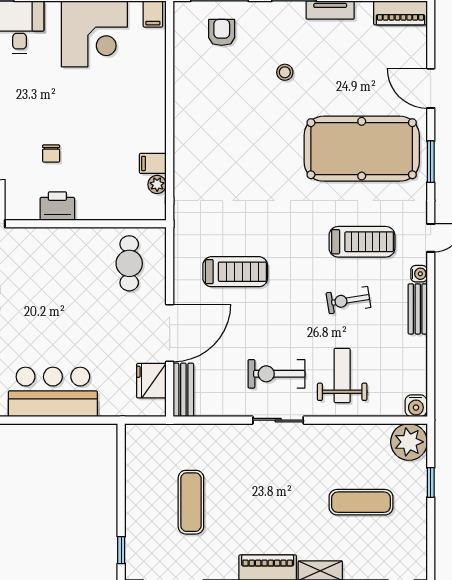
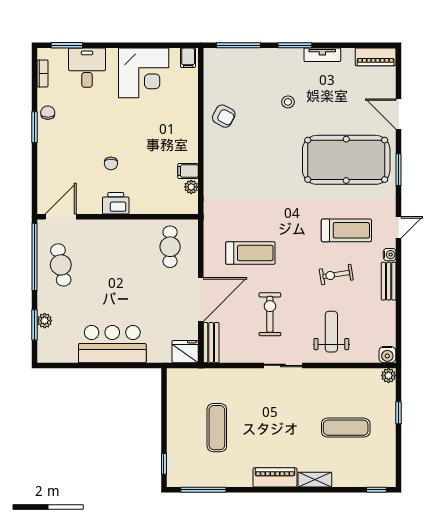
armchair: (222, 32) -> (224, 116), moved, turned 118
exercise bike: (276, 374) -> (270, 314), moved, turned 90
fridge: (151, 381) -> (185, 352), moved, turned 90
plant: (409, 442) -> (389, 376), width x0.53, depth x0.53

